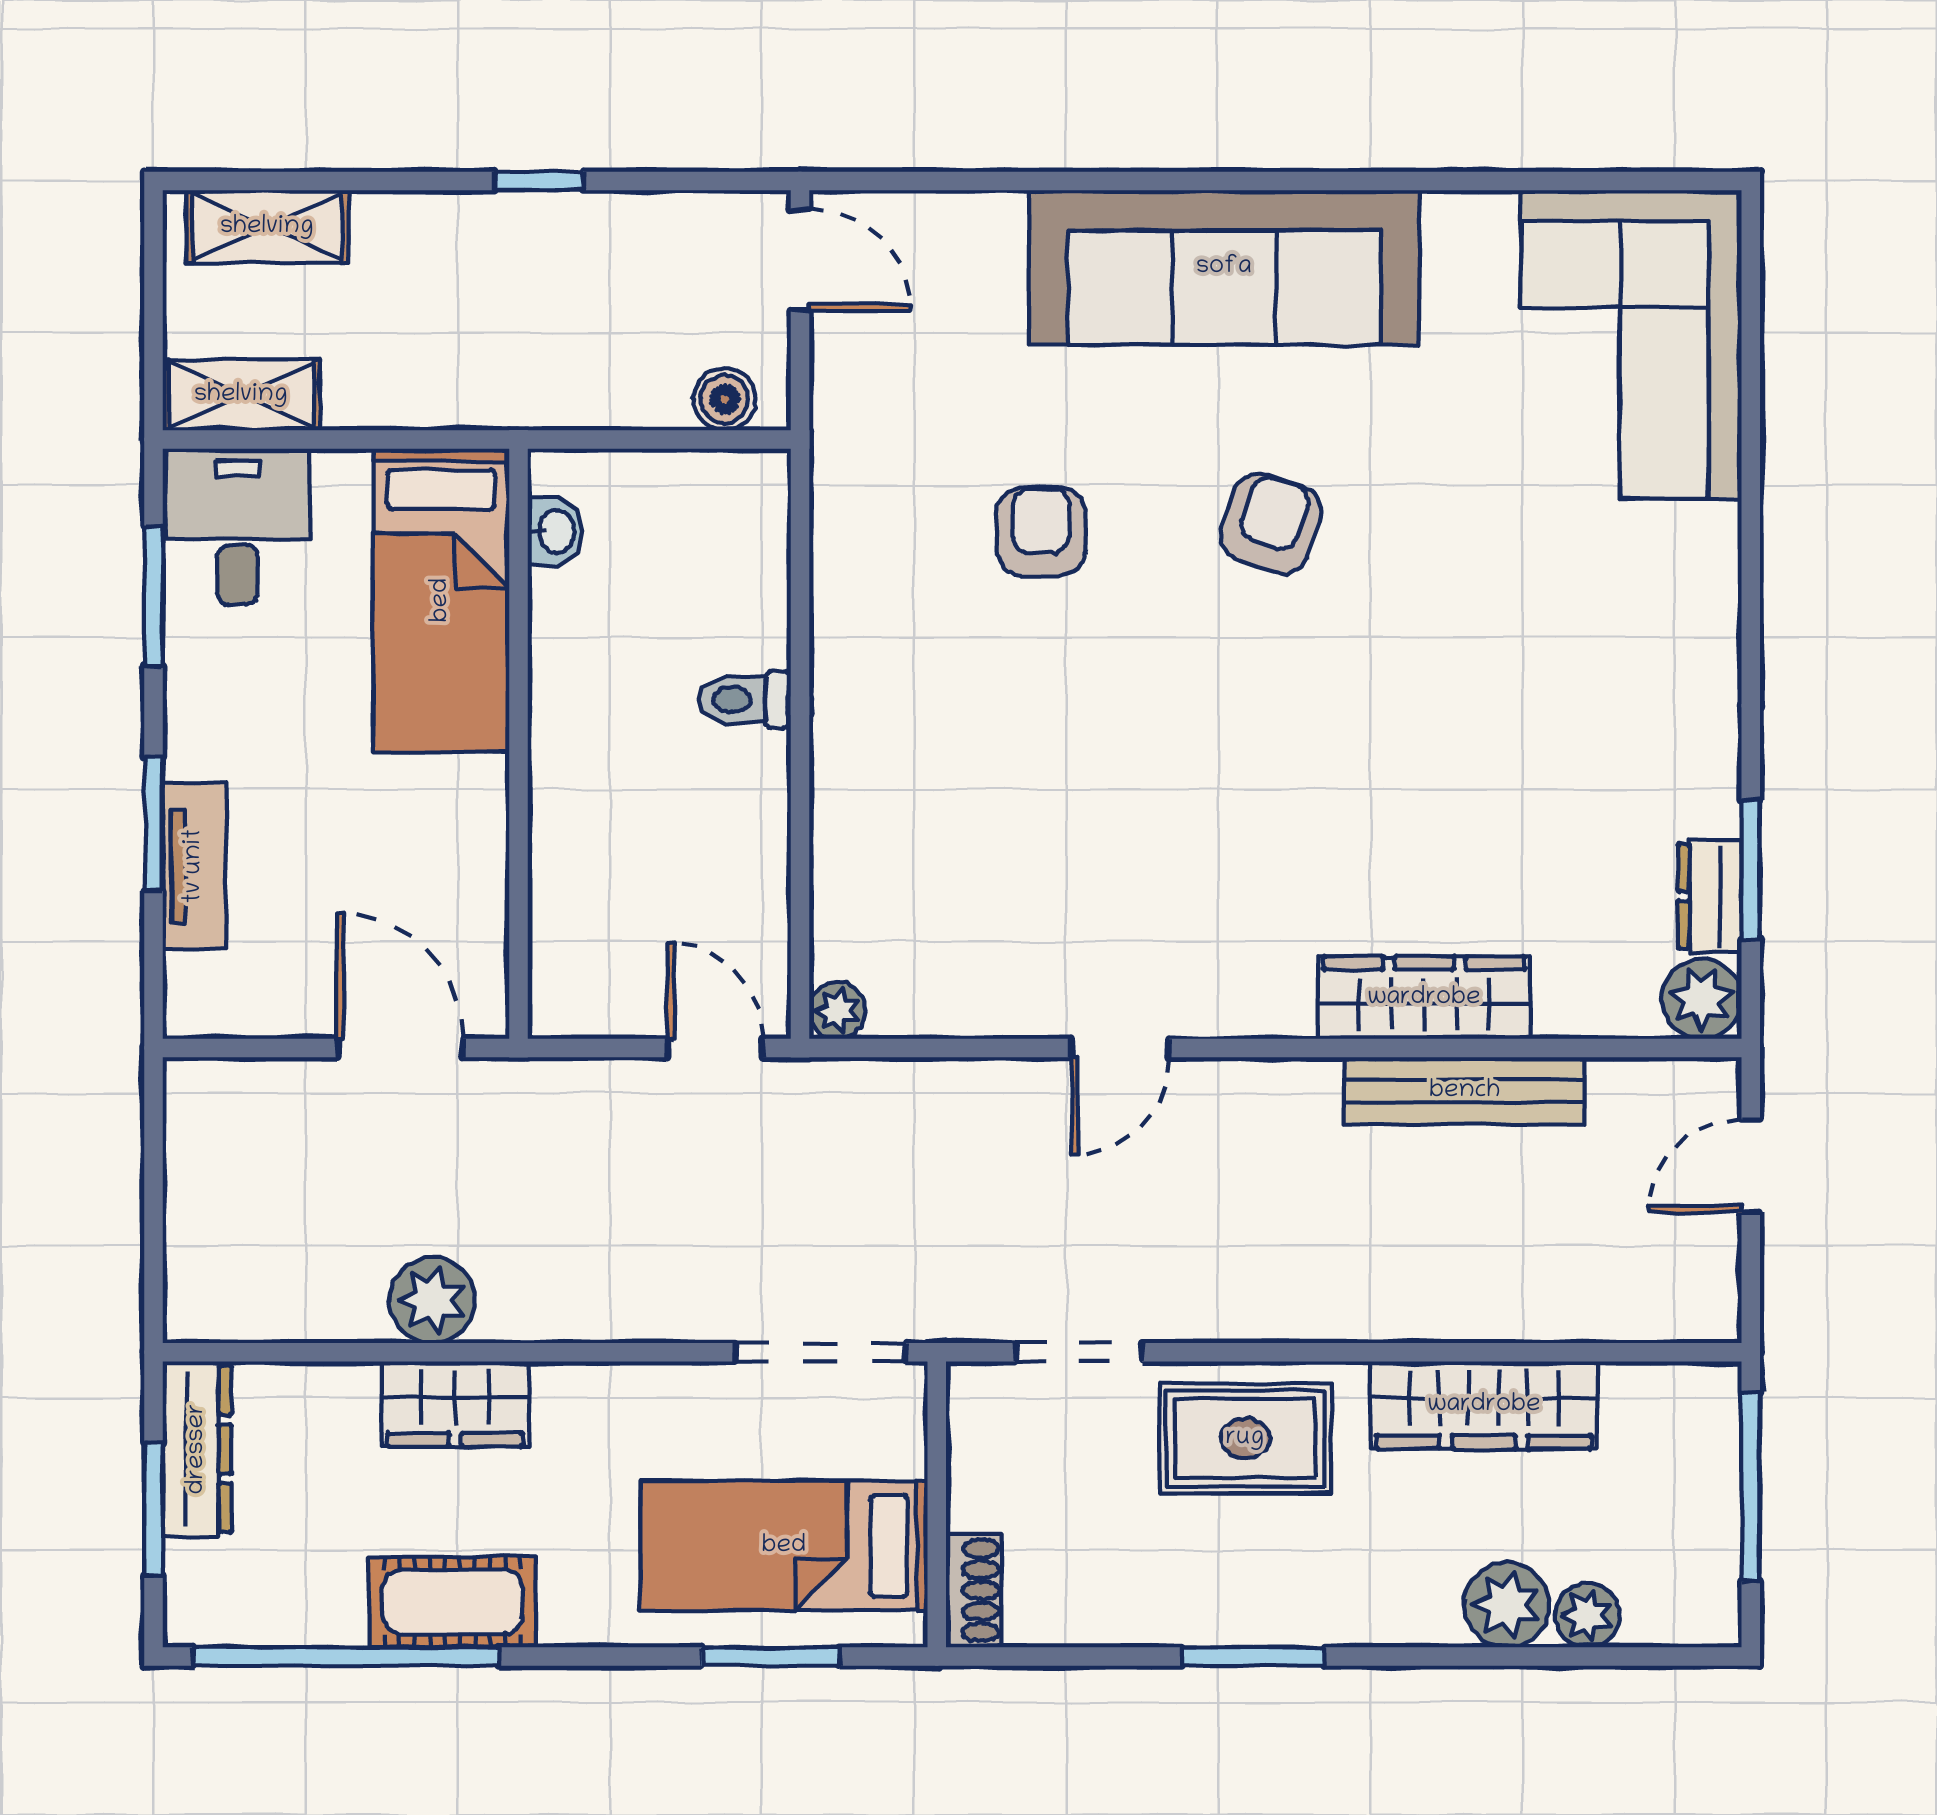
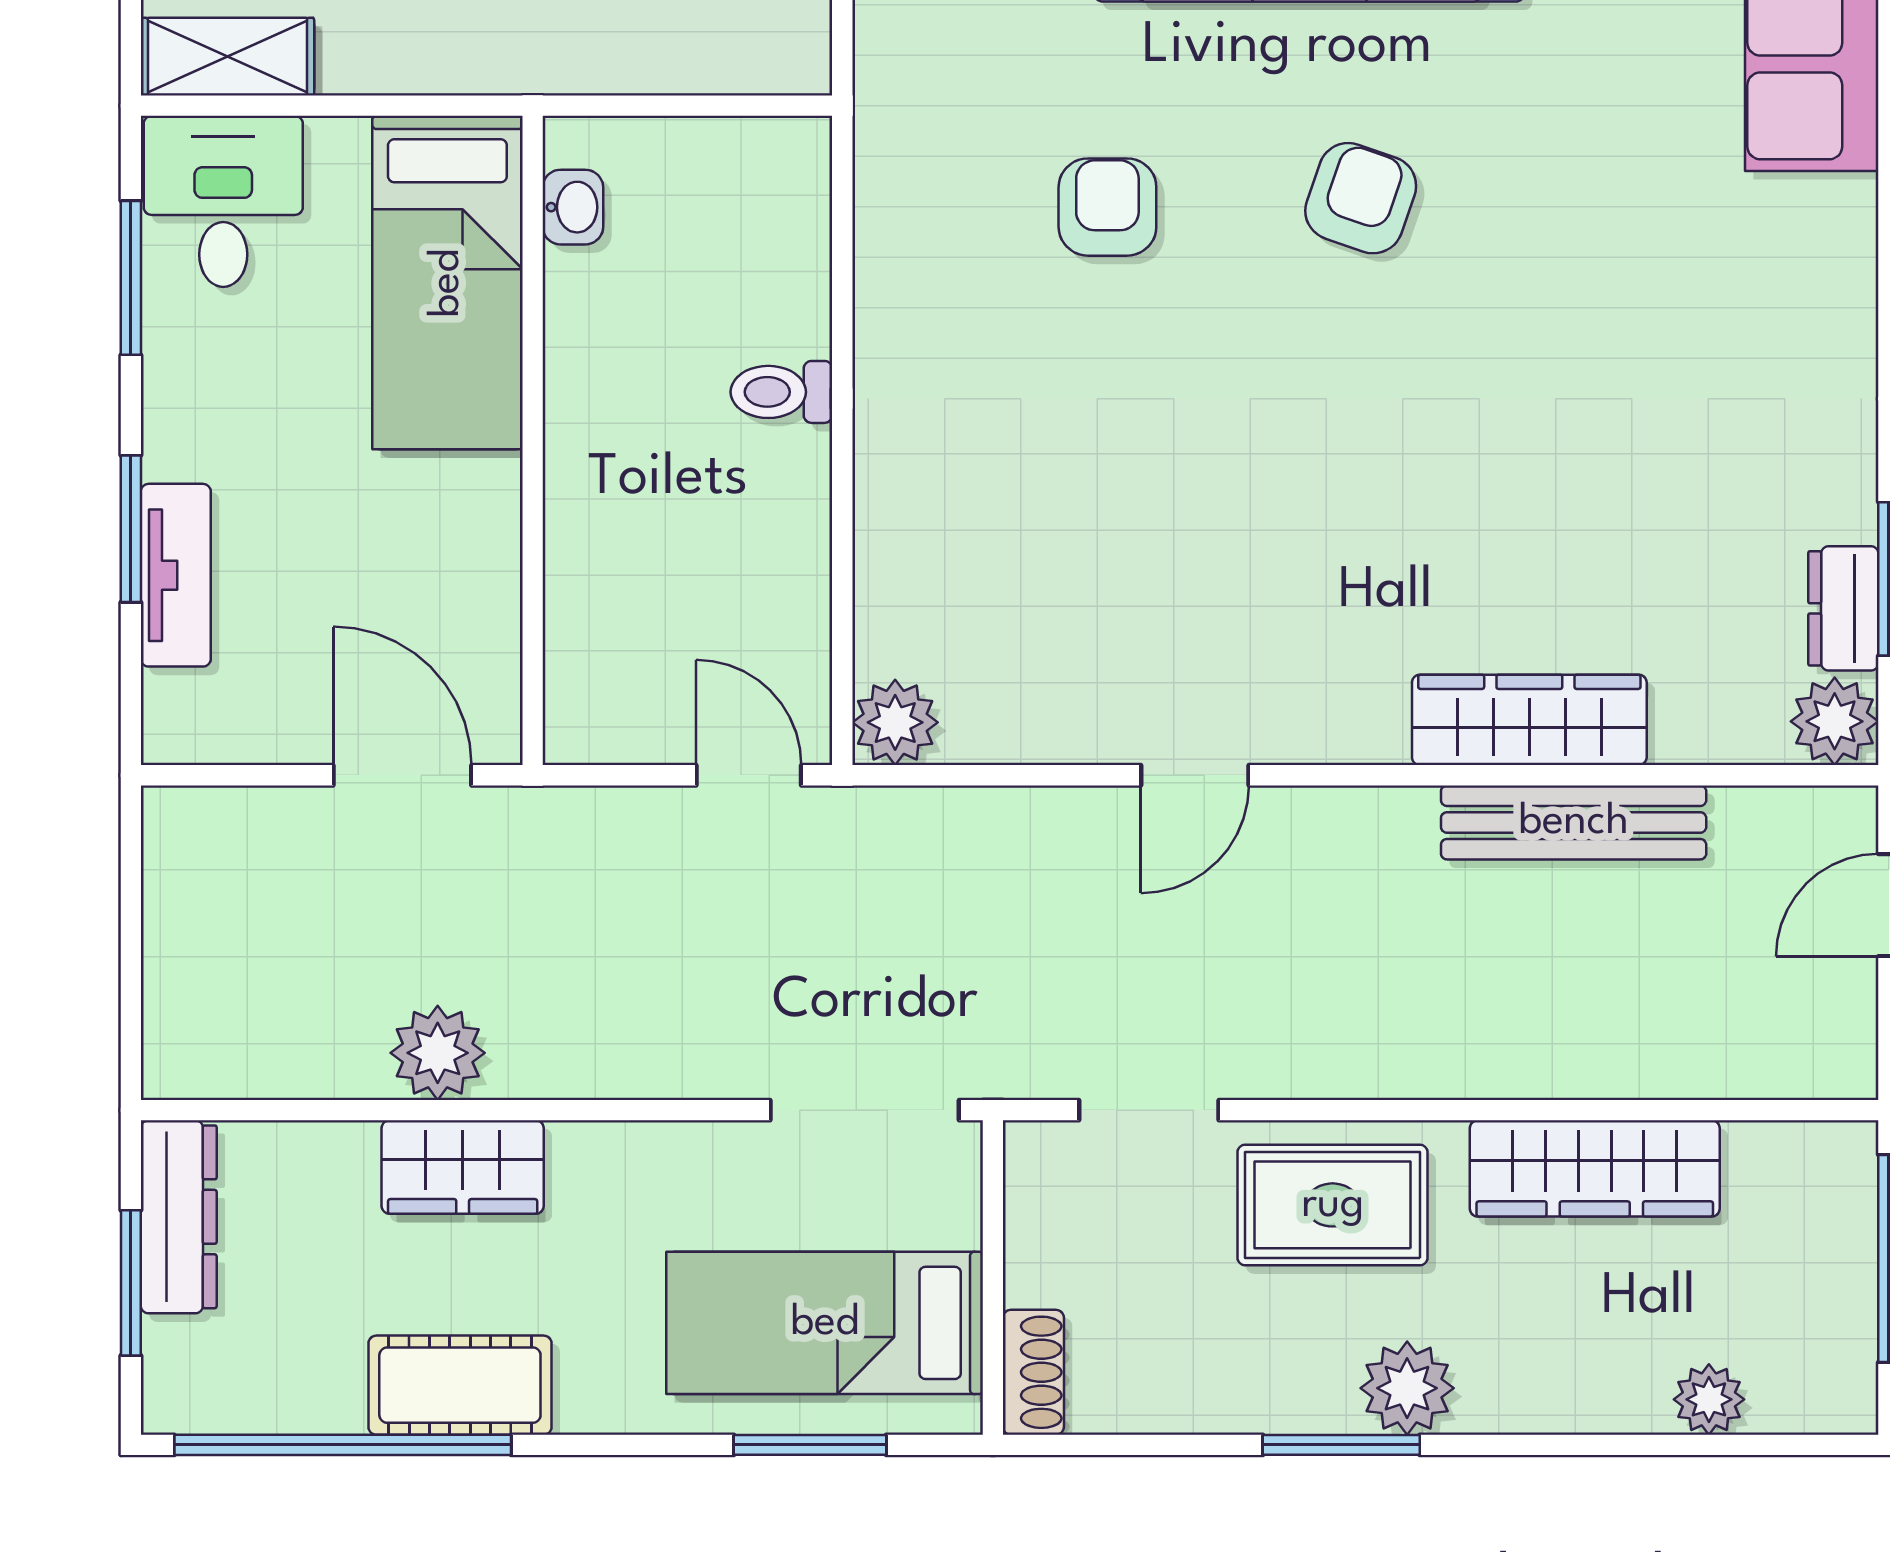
boiler: (725, 399) -> (759, 61), removed
plant: (837, 1011) -> (895, 722), width x1.38, depth x1.38
plant: (1507, 1605) -> (1407, 1388), moved

